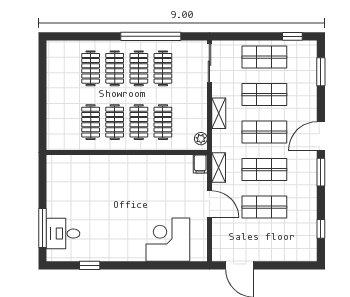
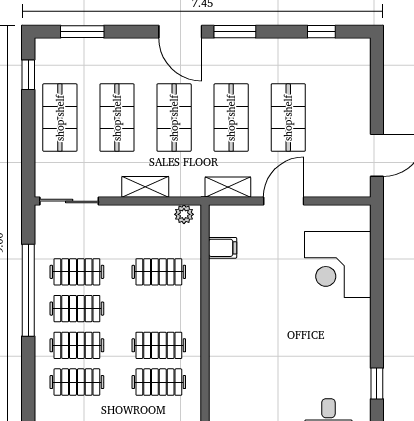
clothes rail: (139, 122) -> (159, 309), removed
filing cabinet: (200, 164) -> (223, 248), moved

